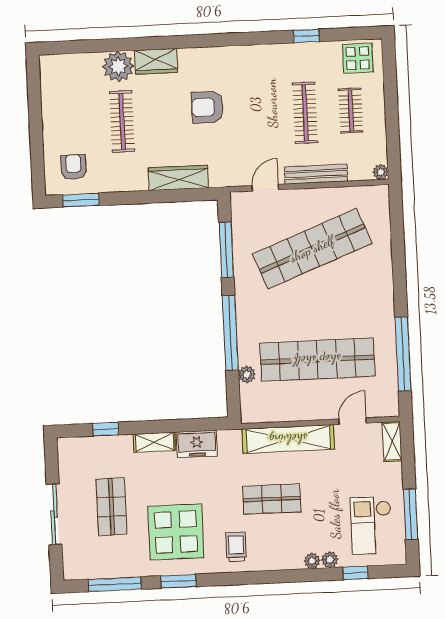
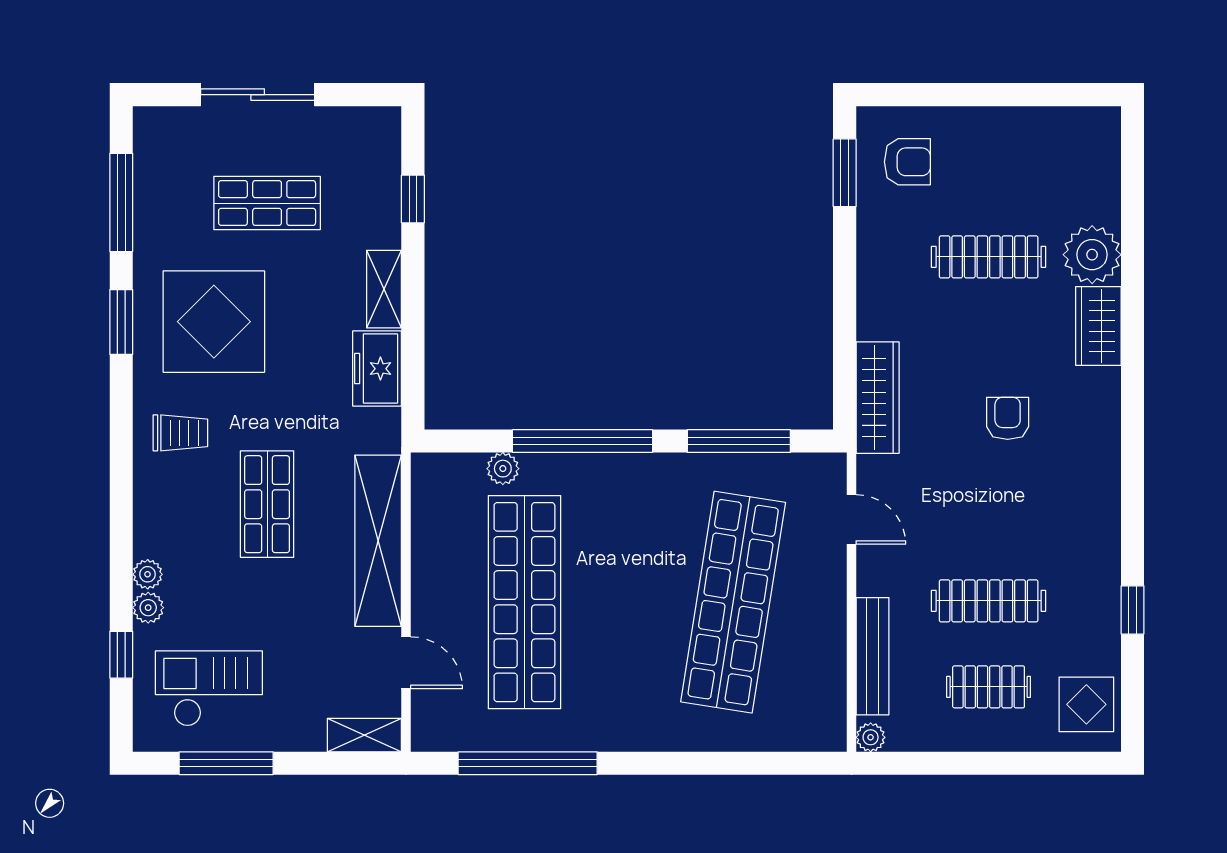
armchair: (207, 107) -> (1008, 418), width x0.72, depth x0.72
bench: (316, 174) -> (873, 656), moved
wardrobe: (178, 178) -> (878, 398), moved
shop shelf: (312, 249) -> (733, 602), turned 30

